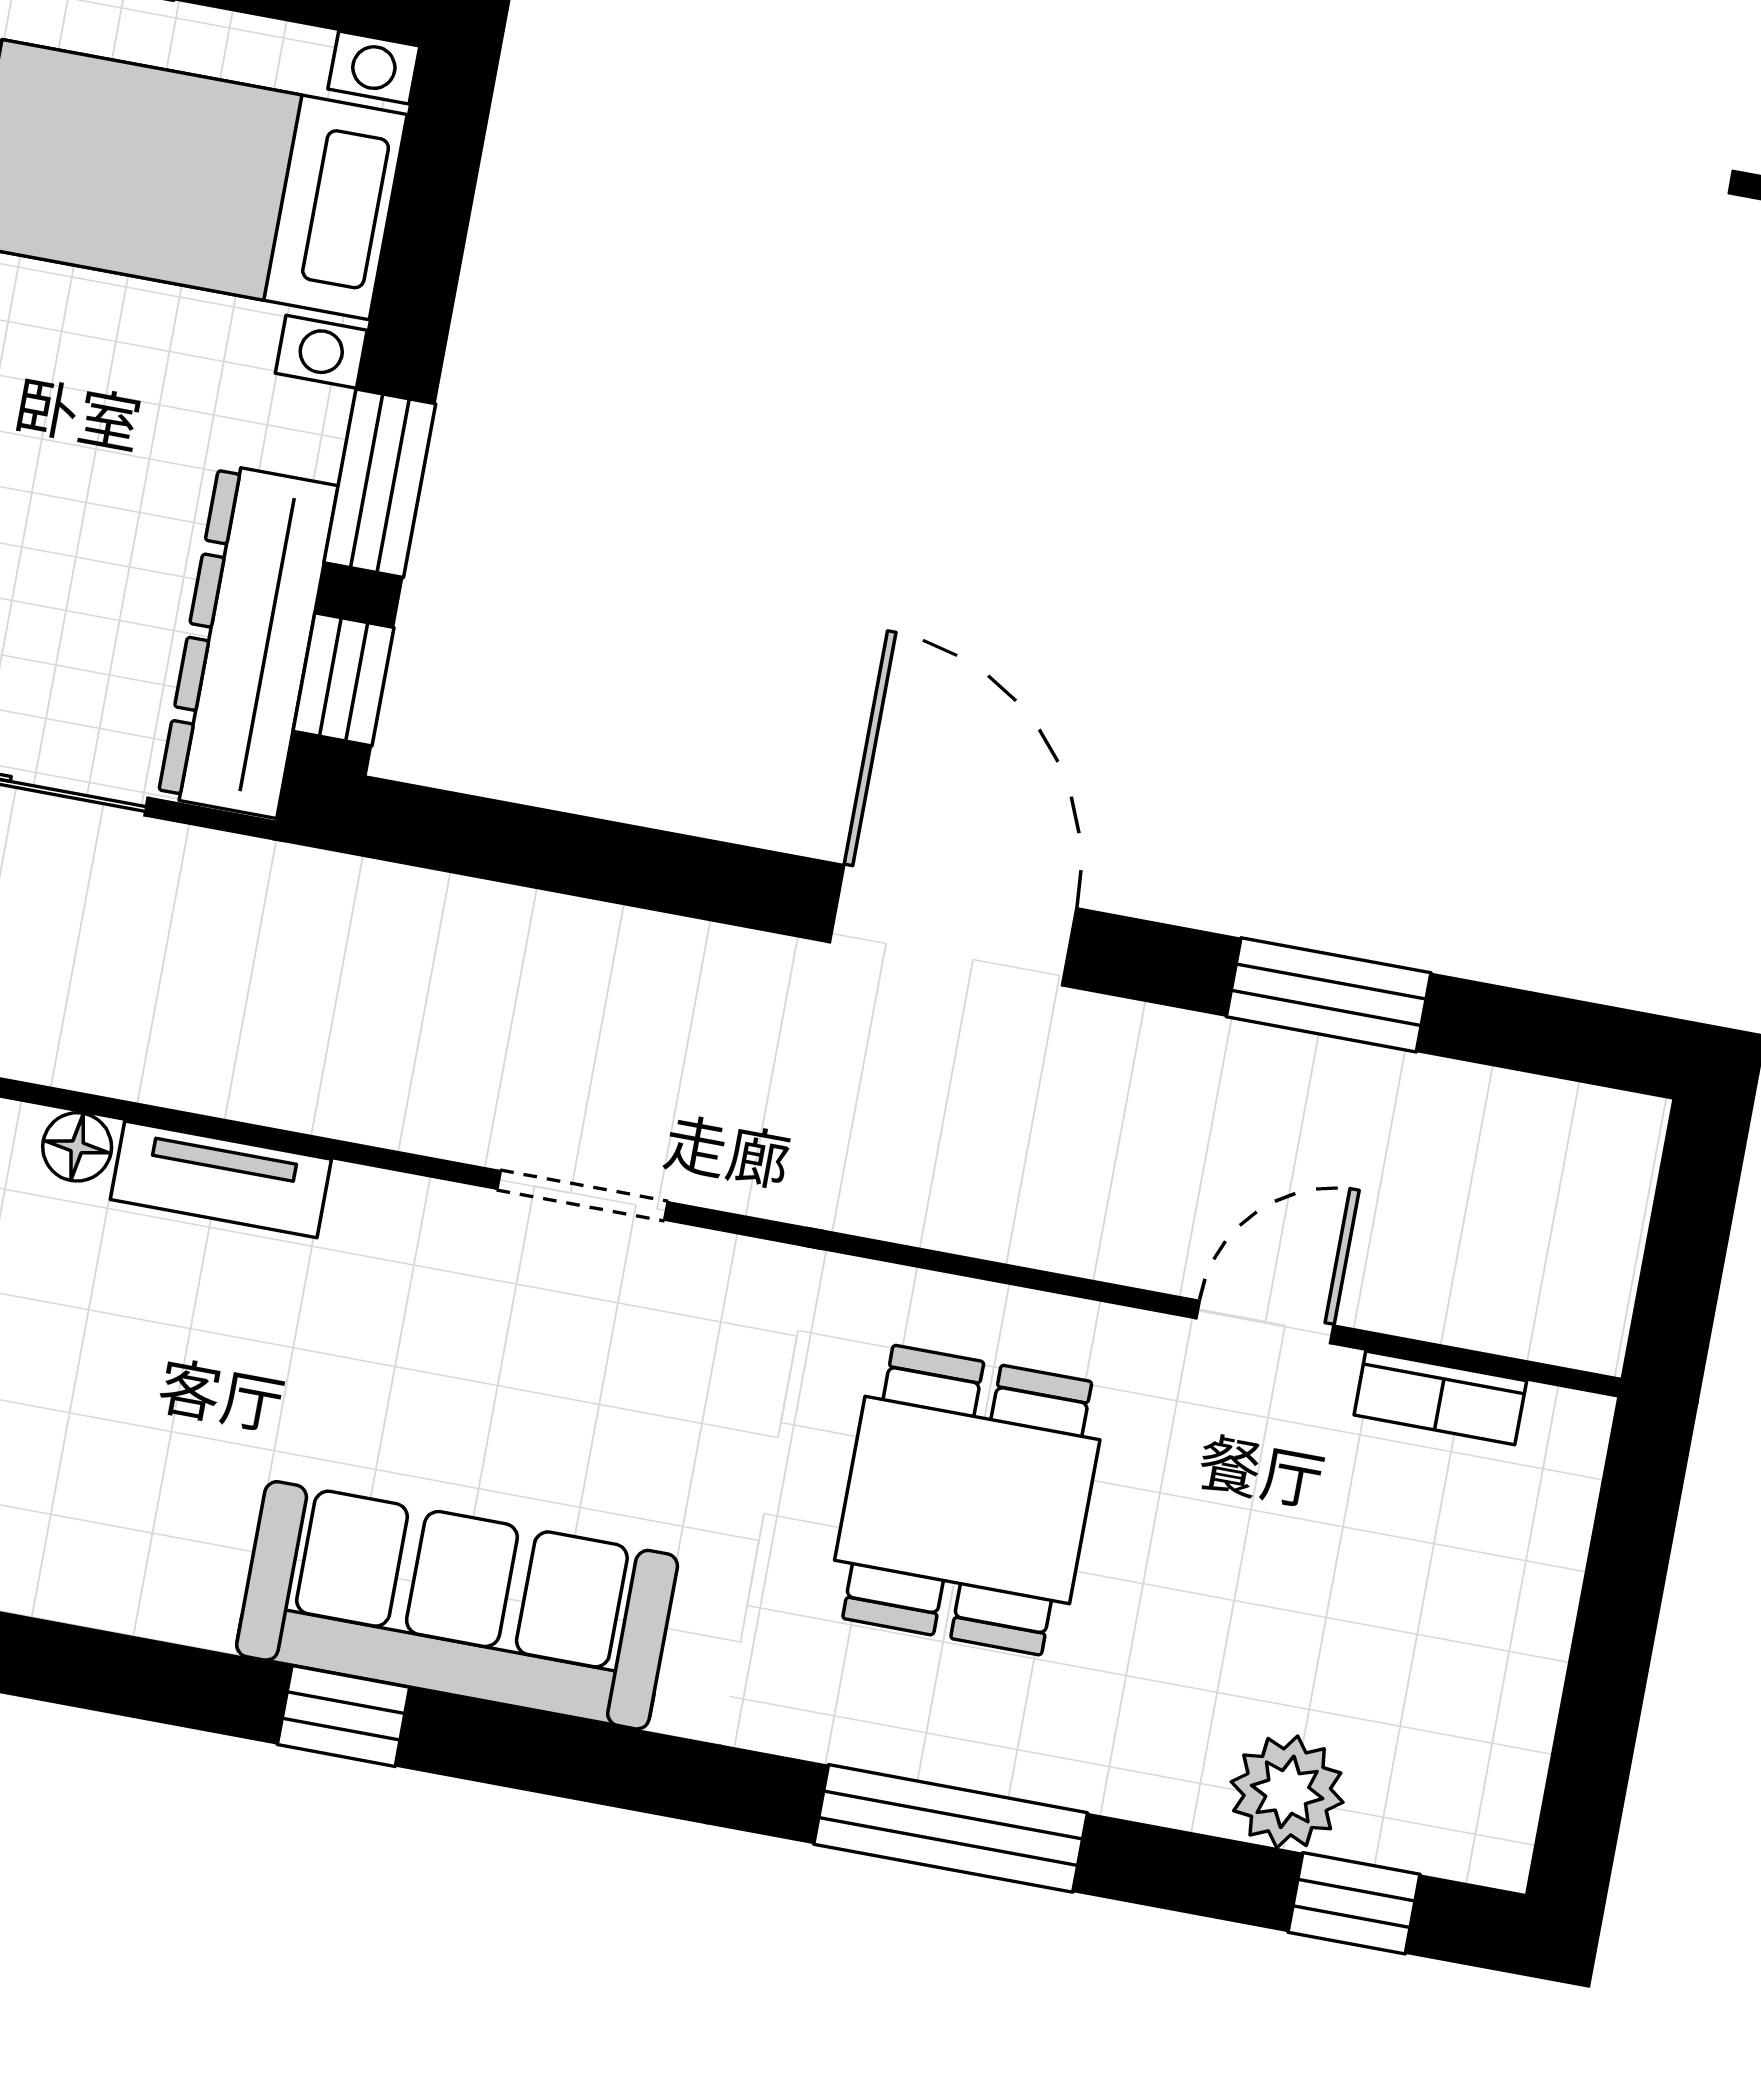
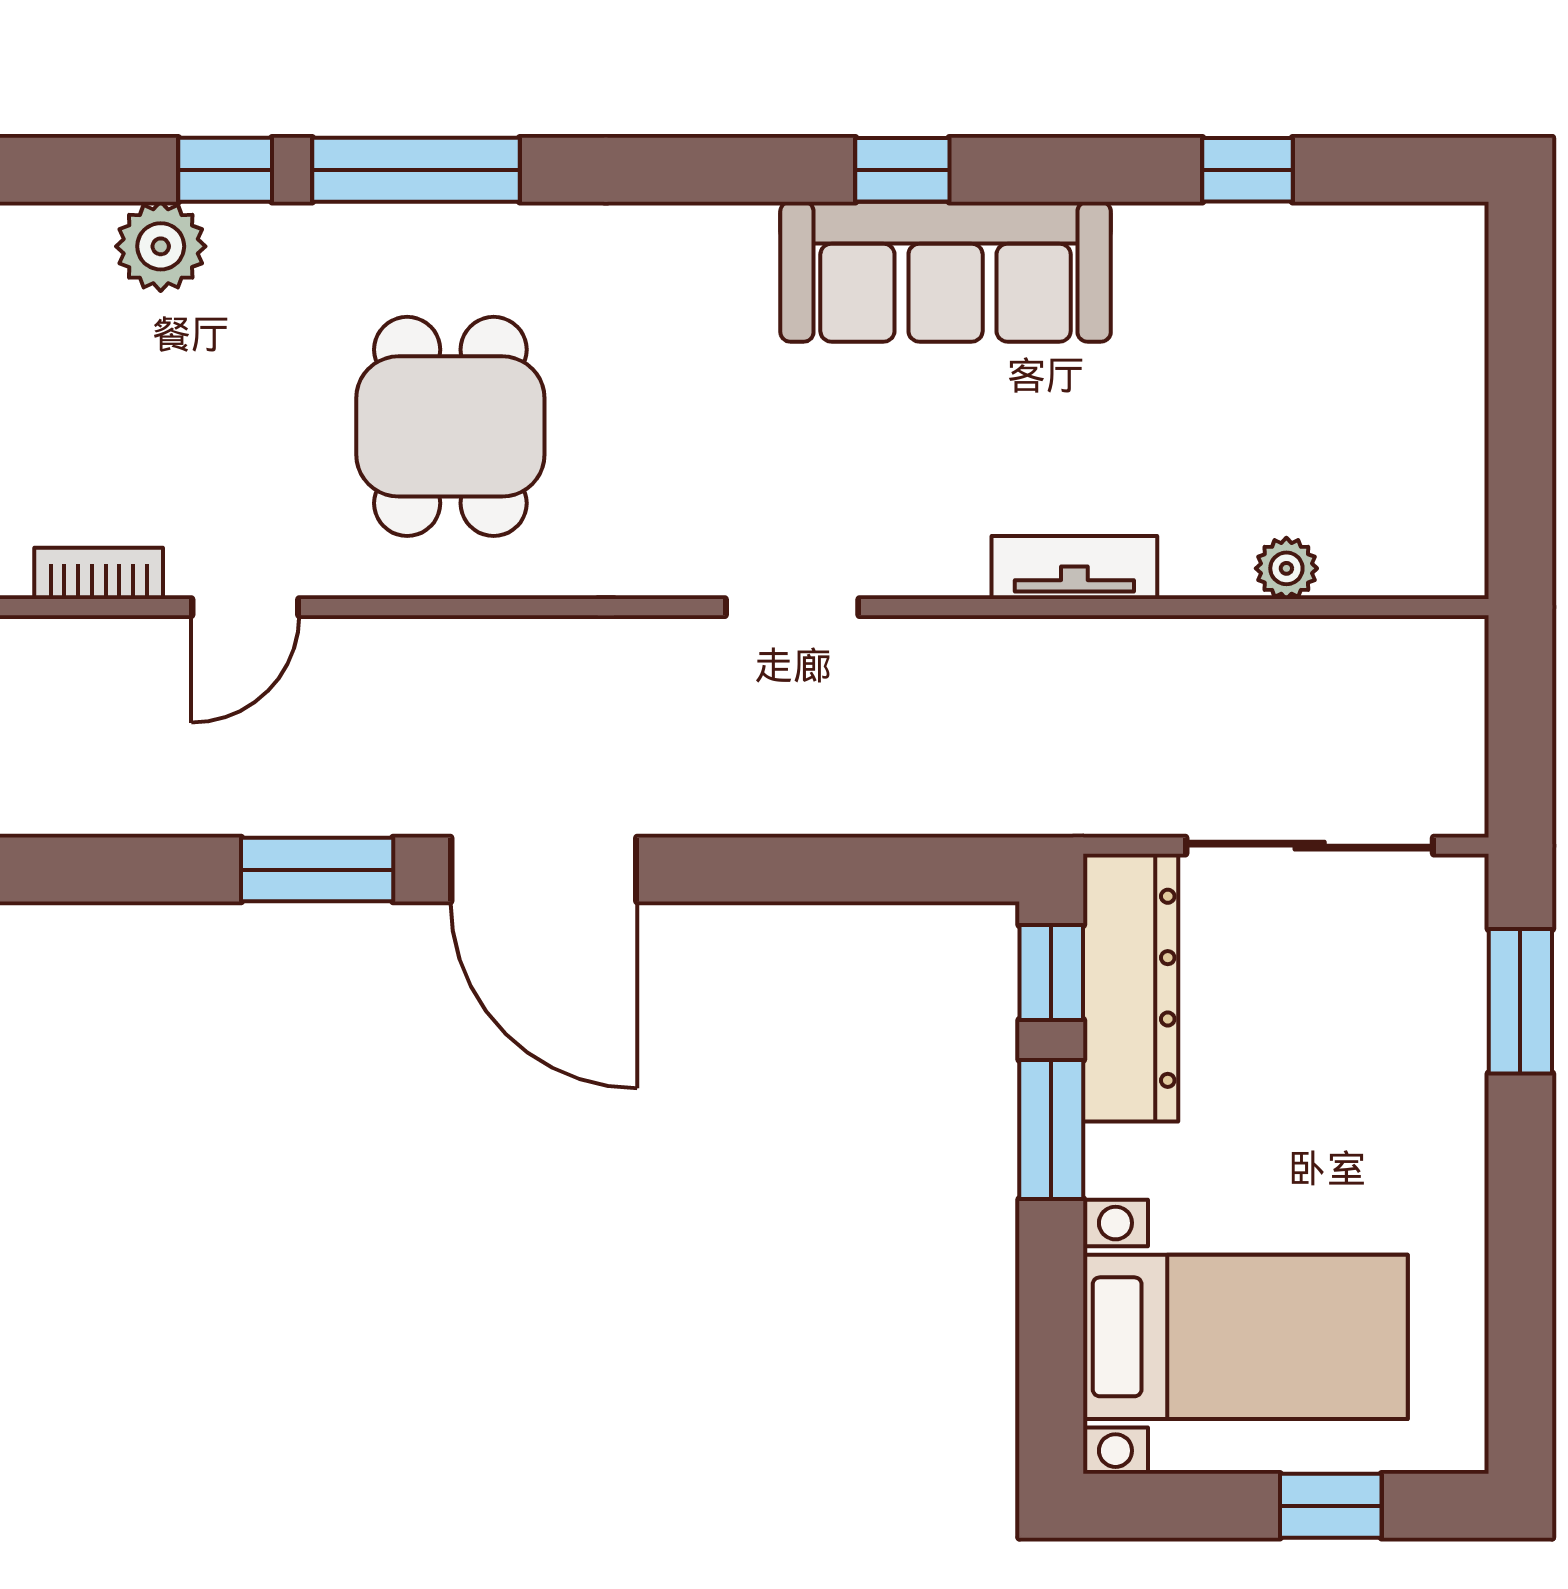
window: (1329, 995) -> (317, 870), moved
floor lamp: (77, 1147) -> (1190, 572), removed
sofa: (457, 1605) -> (946, 272), moved
window: (1354, 1903) -> (225, 170), moved

